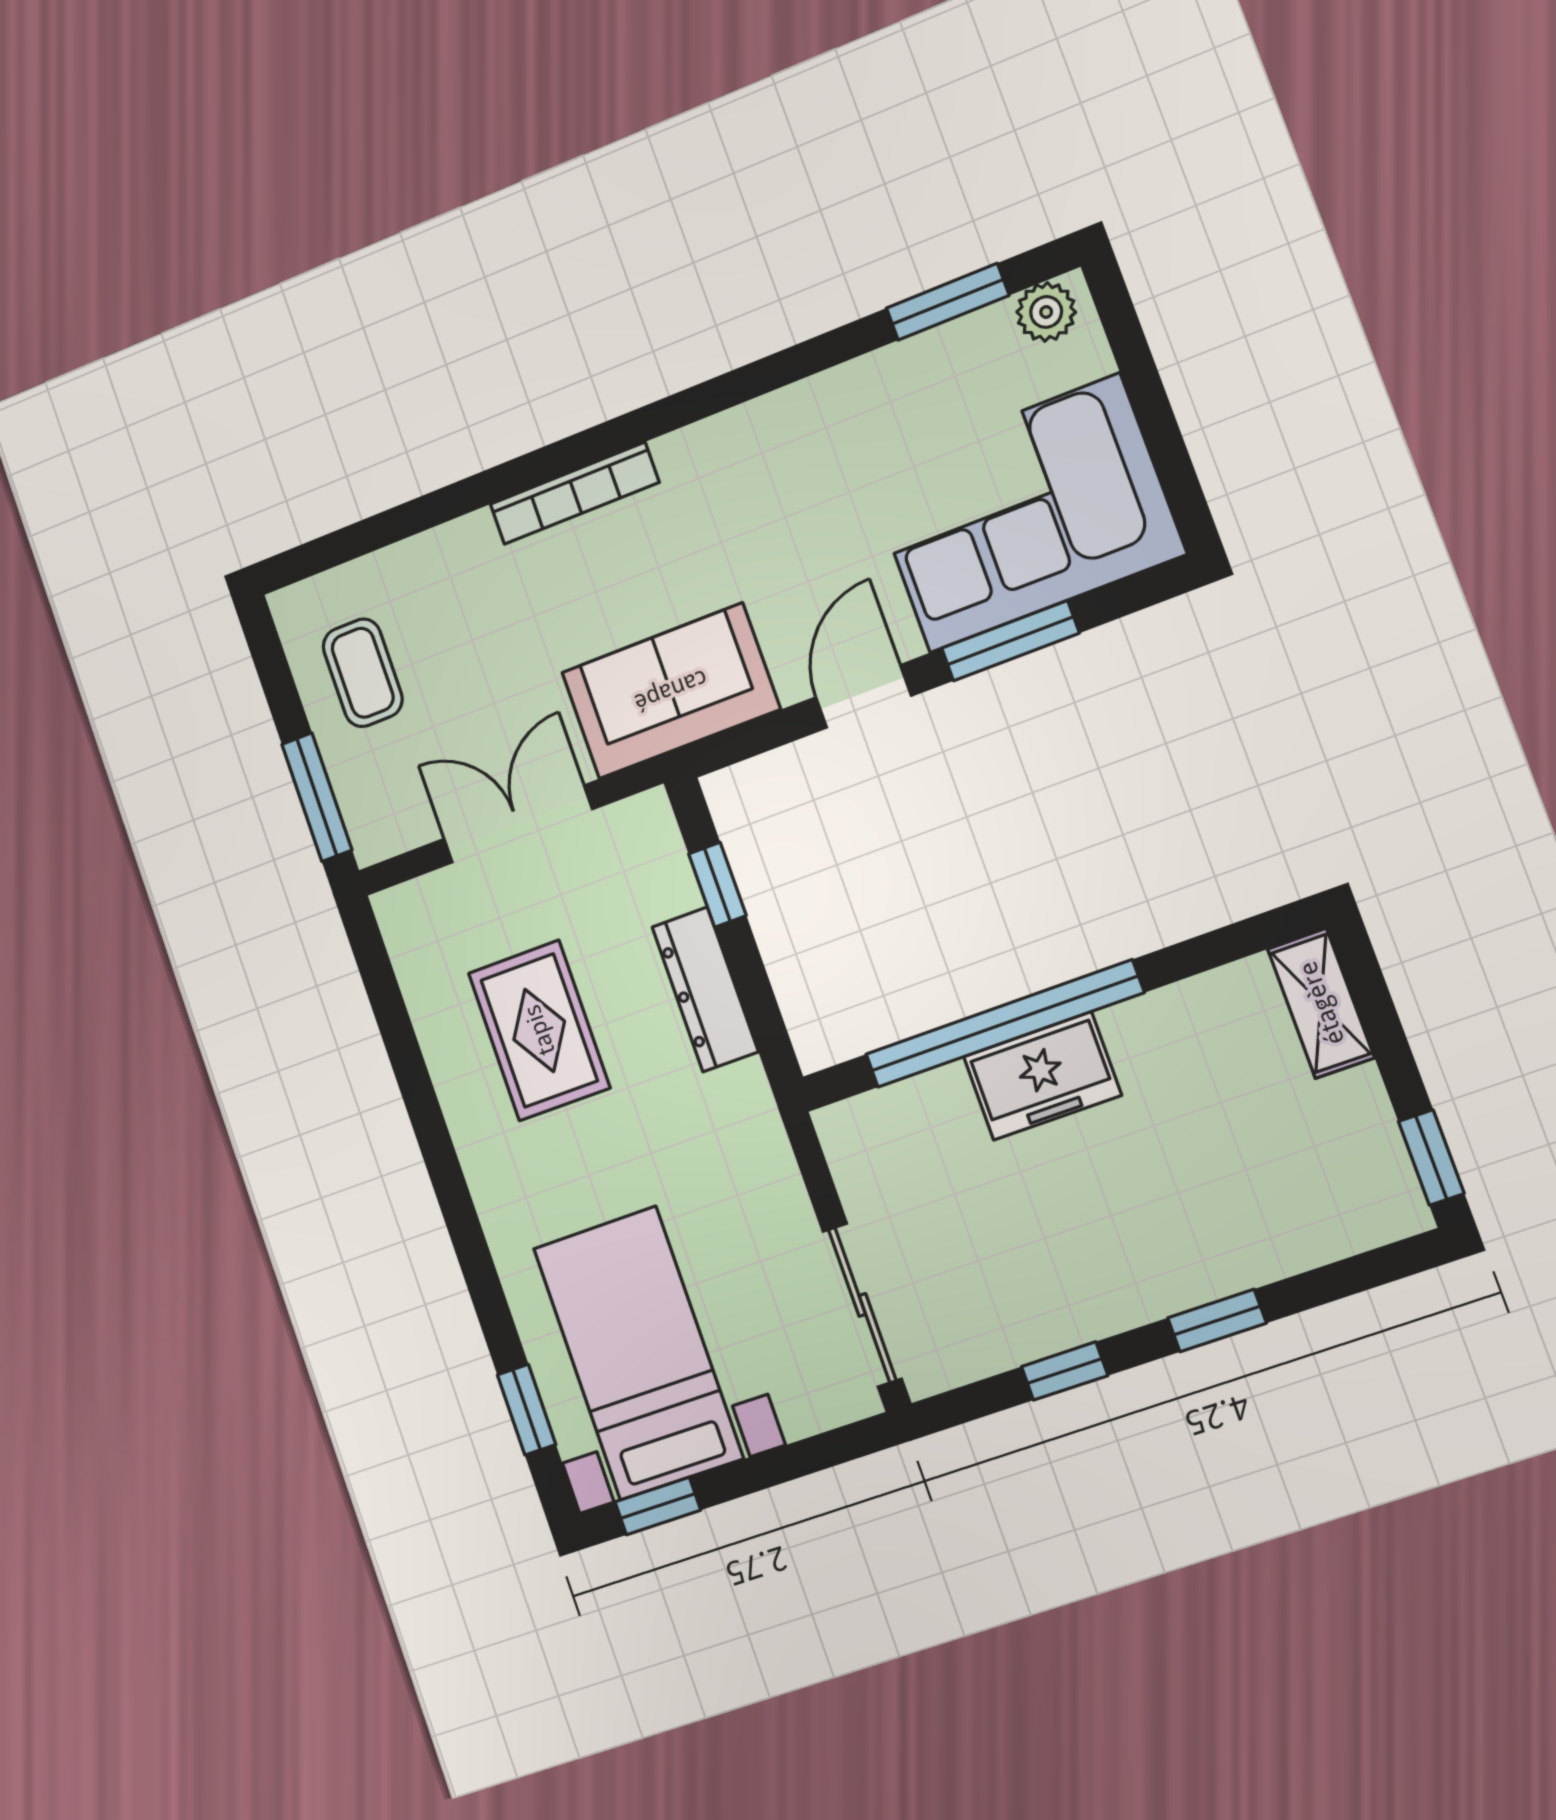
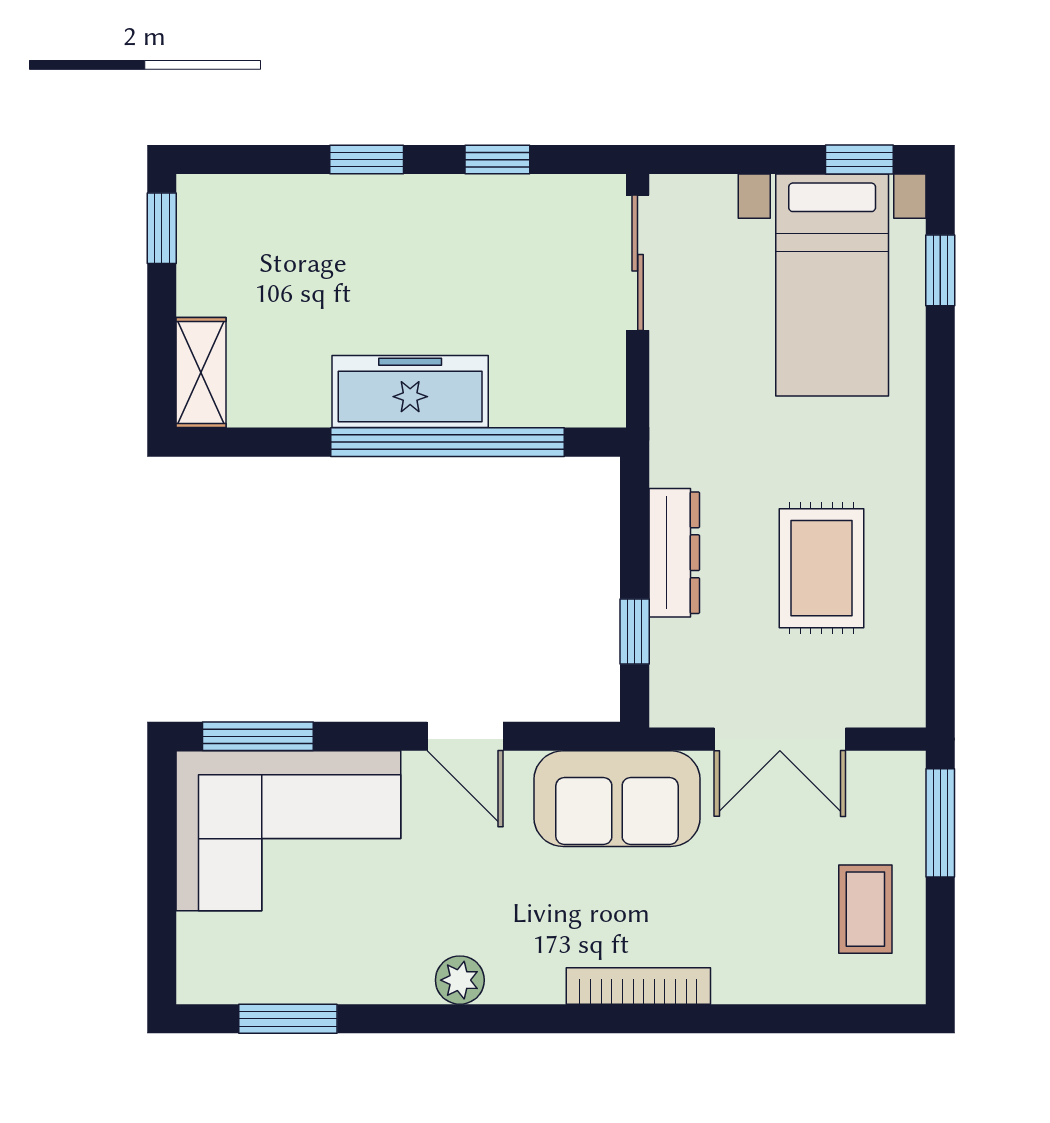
plant: (1046, 312) -> (460, 980), moved
window: (1010, 641) -> (258, 736), moved
door: (863, 696) -> (465, 736), hinge flipped
freezer: (1042, 1076) -> (410, 392), width x1.40

